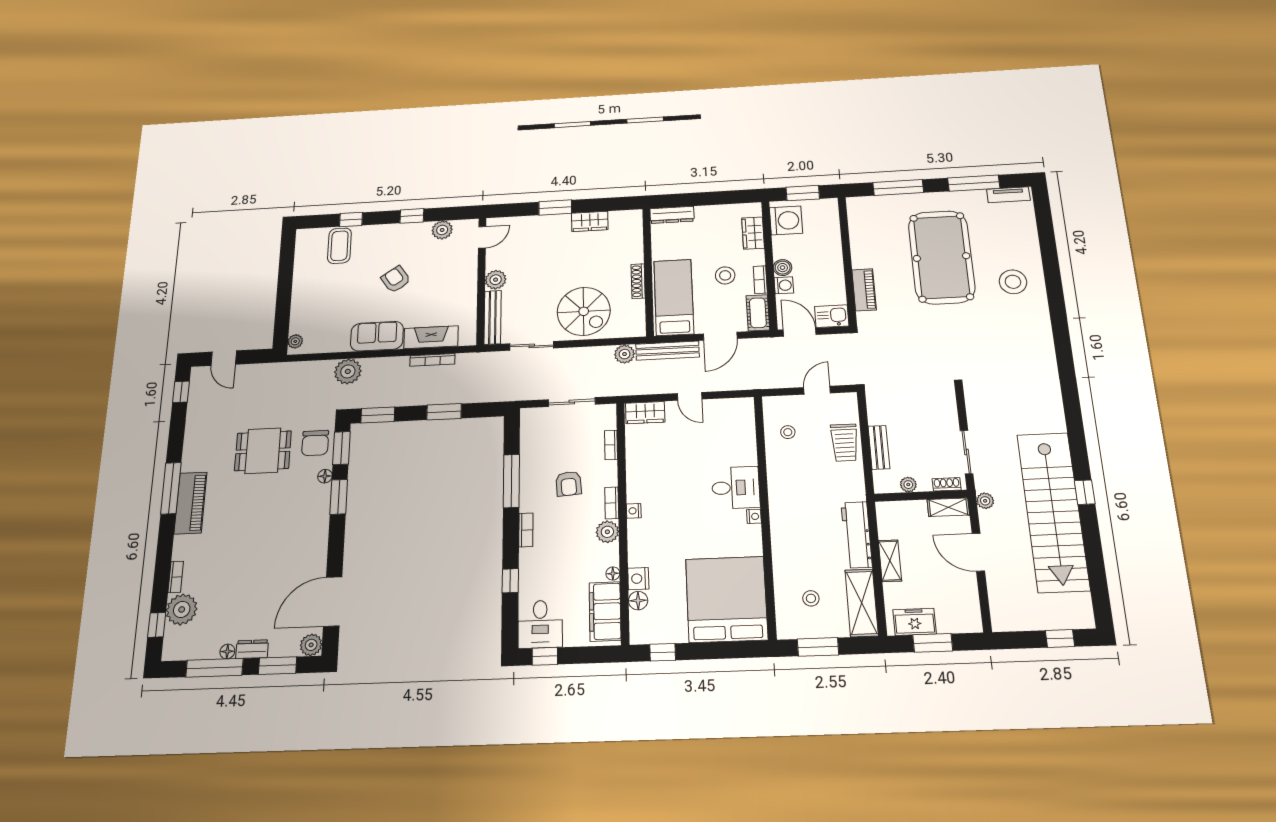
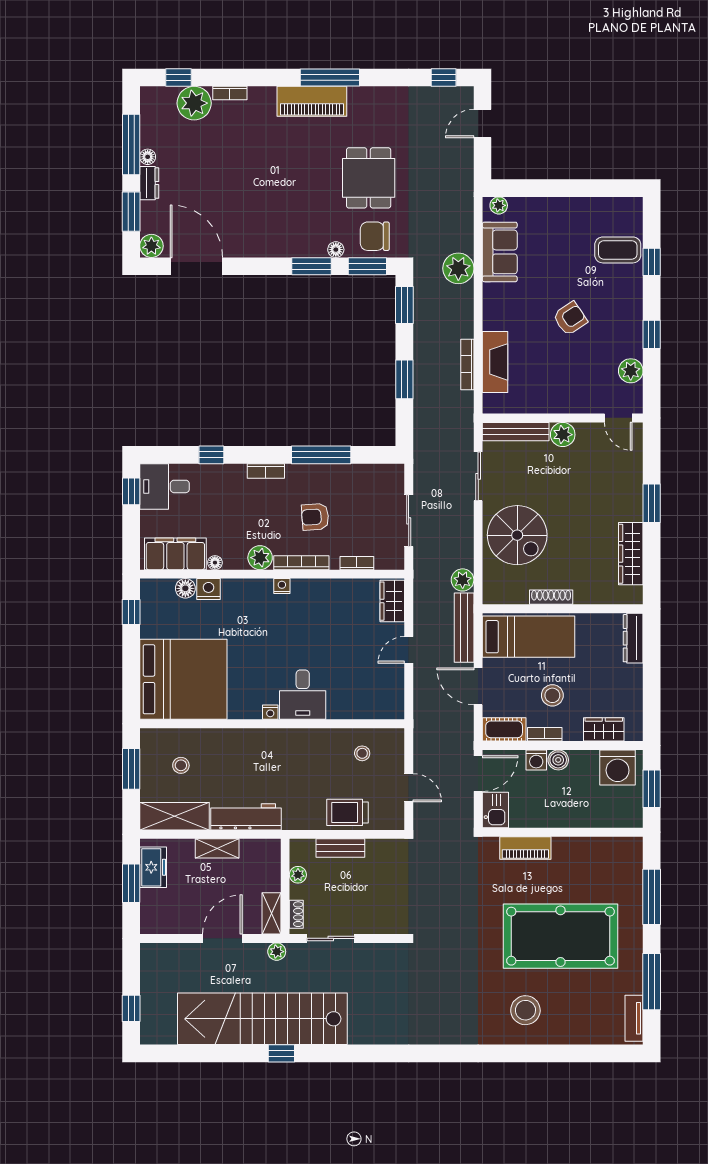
wardrobe: (590, 221) -> (631, 554), width x1.50
spiral stairs: (584, 311) -> (517, 535), turned -90
sofa: (377, 336) -> (500, 252), moved
bookcase: (612, 503) -> (301, 563), width x1.56

